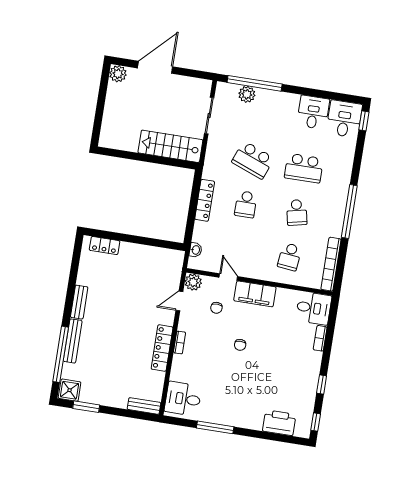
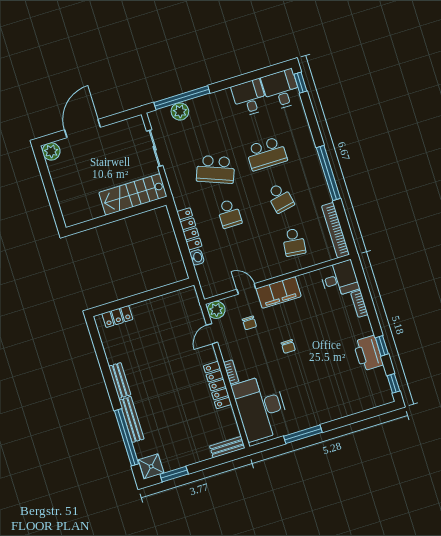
washbasin: (196, 250) -> (197, 257), moved
desk: (183, 399) -> (261, 408), width x1.87, depth x1.30
printer: (279, 423) -> (368, 353), moved, turned -90

